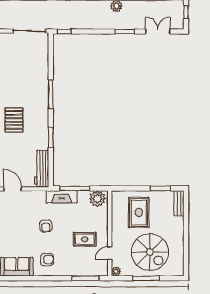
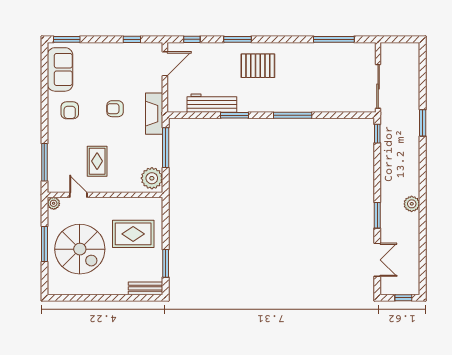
workbench: (42, 169) -> (212, 103), moved
fireplace: (62, 197) -> (154, 114), moved
spiral stairs: (150, 252) -> (80, 249), turned -90

